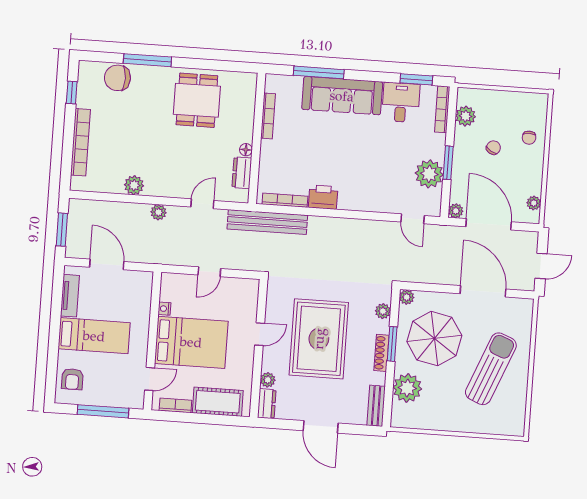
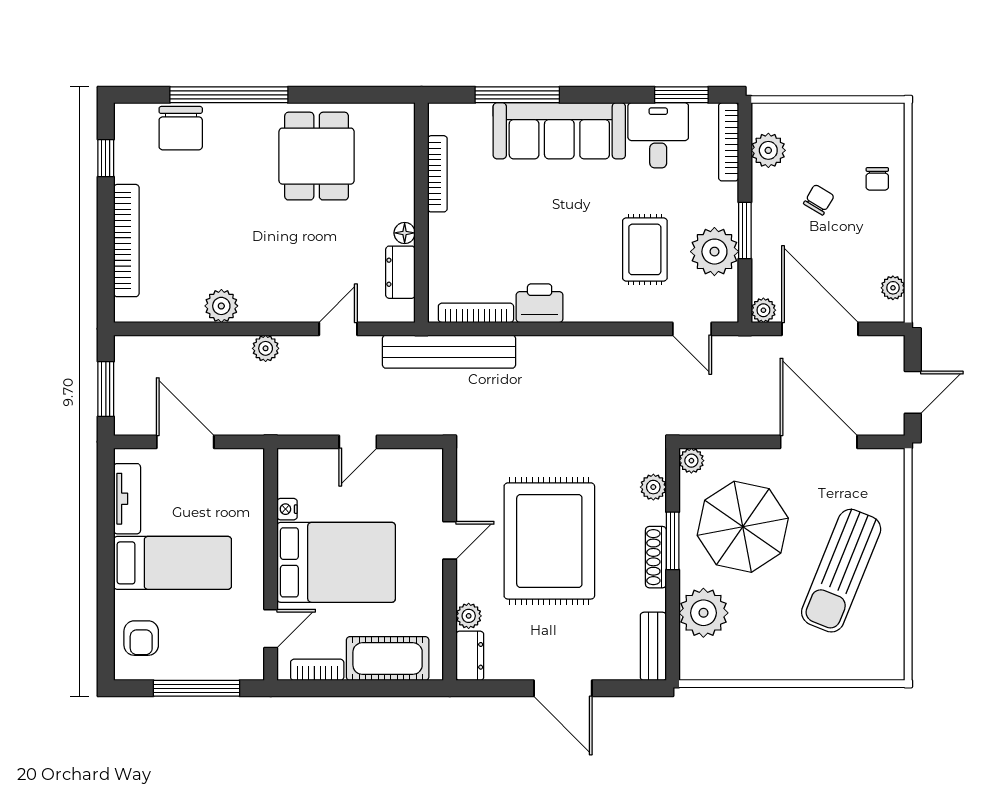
window: (147, 60) -> (229, 95), width x1.46
chair: (117, 78) -> (181, 128), turned -90
rug: (388, 170) -> (645, 249), added
sun lounger: (491, 369) -> (841, 571), turned 180

